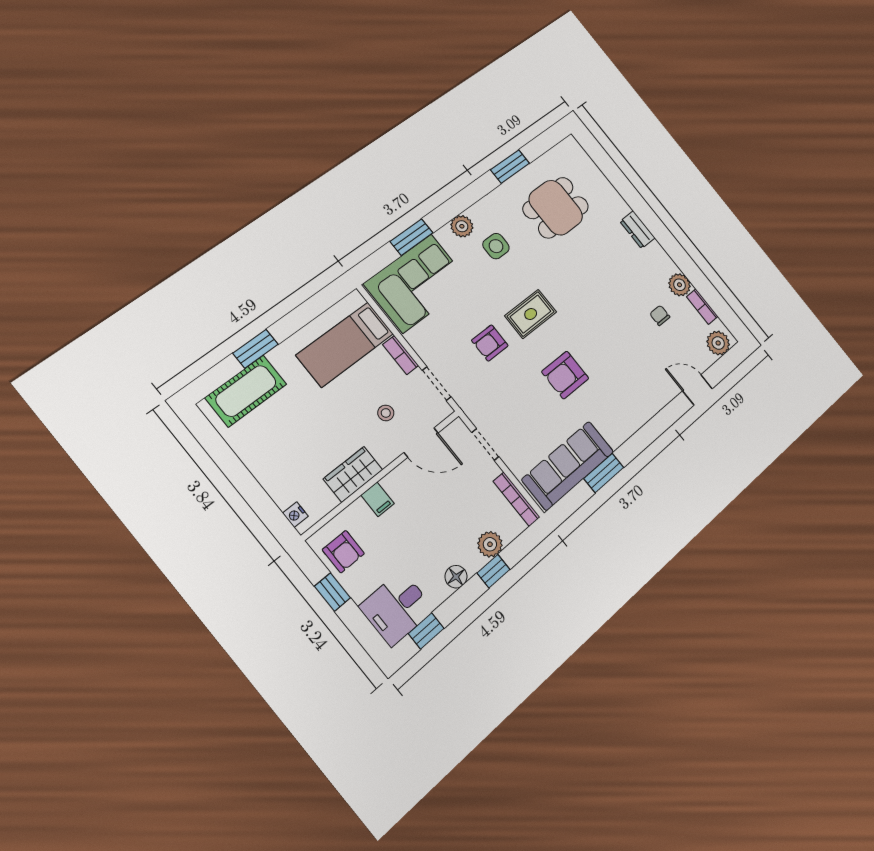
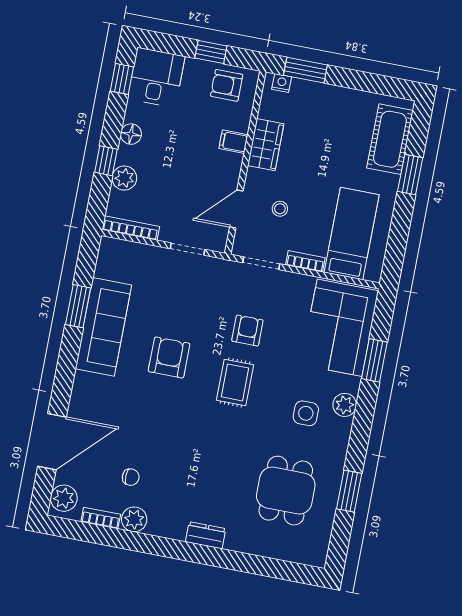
door: (697, 390) -> (52, 442), width x1.88
sofa: (568, 466) -> (103, 327), moved
window: (266, 509) -> (305, 70), added

